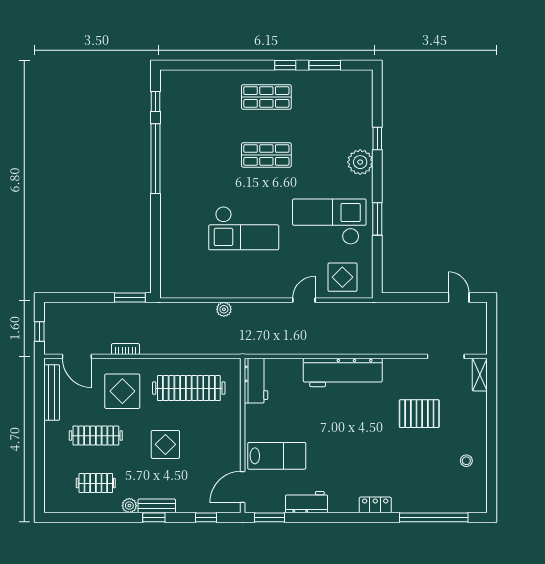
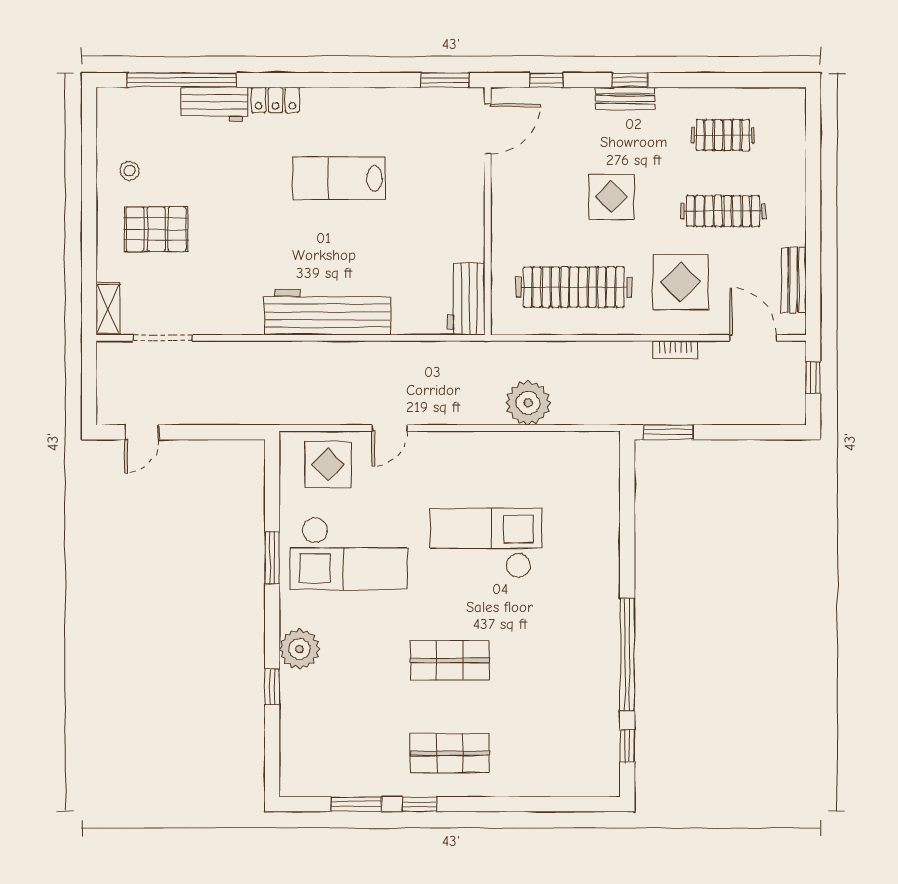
door: (459, 297) -> (142, 432), hinge flipped
plant: (224, 309) -> (528, 403), width x1.87, depth x1.87
bench: (52, 393) -> (794, 280), width x0.73
pallet: (419, 414) -> (156, 229), moved
lab bench: (277, 456) -> (339, 178), moved
workbench: (306, 502) -> (214, 104), moved
plant: (129, 506) -> (669, 99), removed

